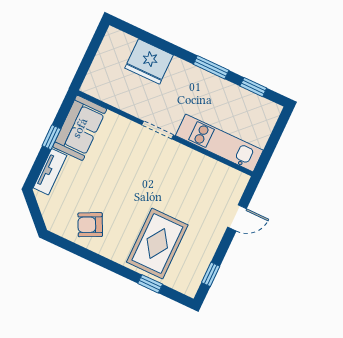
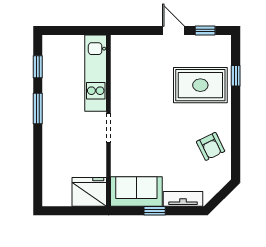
fridge: (149, 62) -> (89, 192), moved, turned -90
door: (237, 218) -> (173, 30), moved

